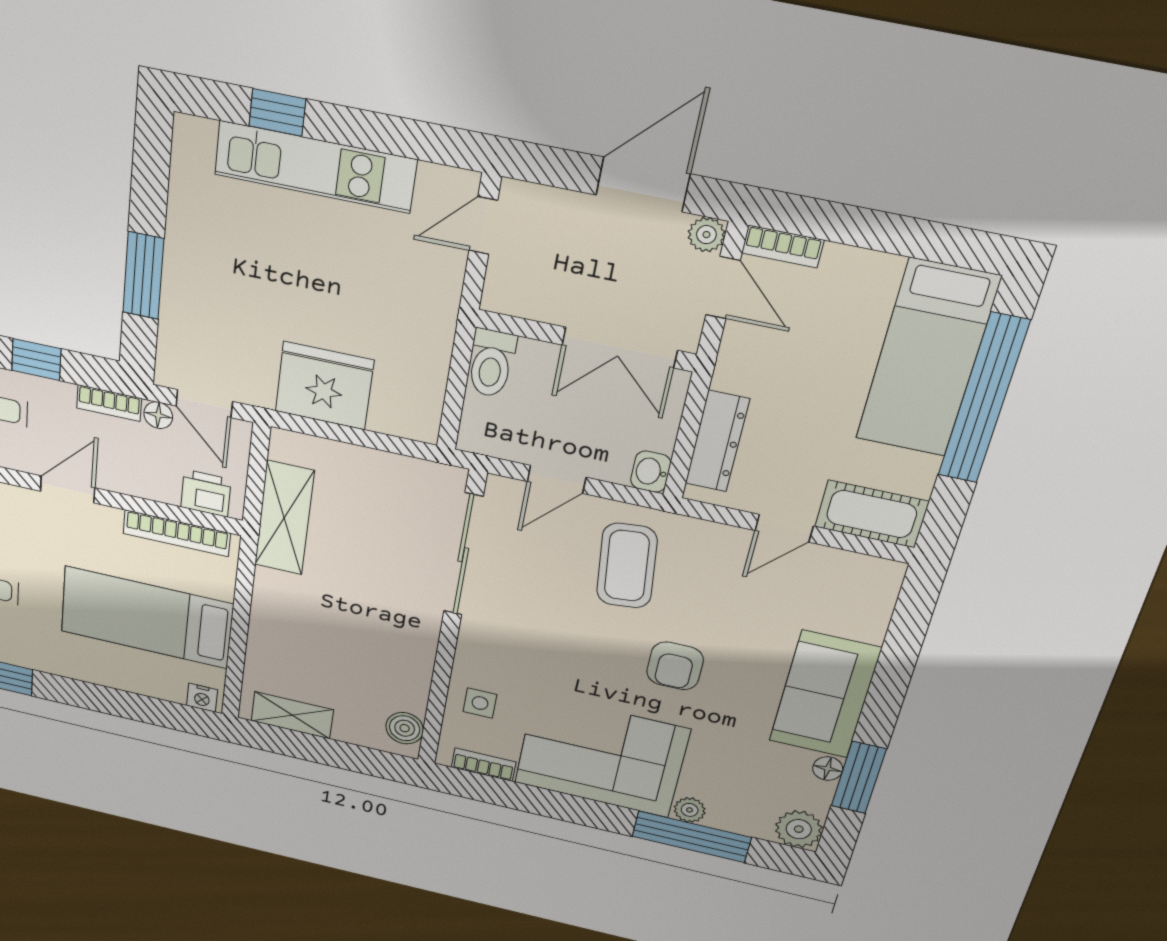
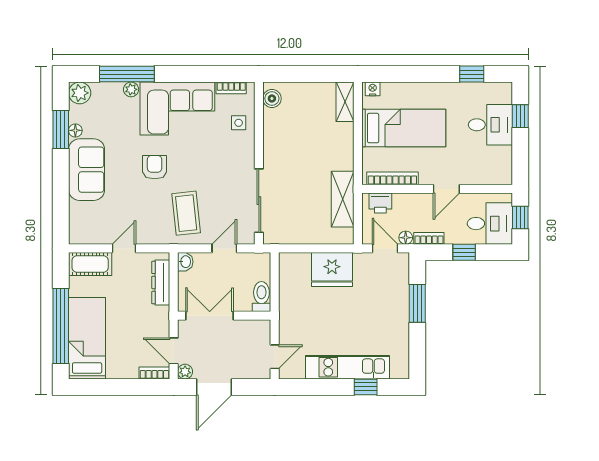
shelving: (292, 715) -> (345, 102), moved, turned 90

